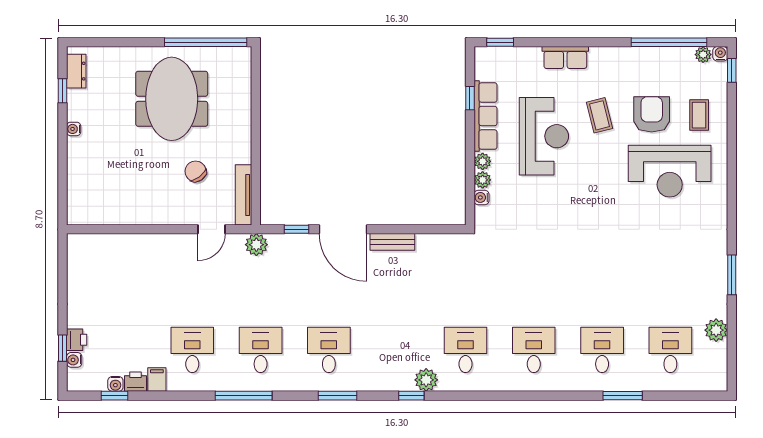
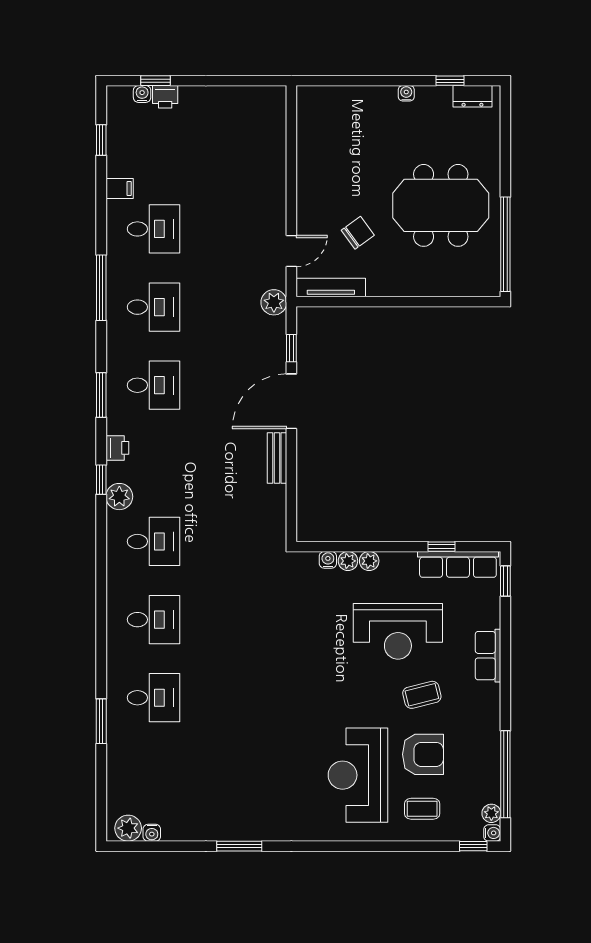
row of seats: (485, 116) -> (458, 564), moved
door: (212, 229) -> (291, 251), swing flipped
plant: (716, 330) -> (128, 828), moved
desk: (670, 350) -> (154, 776), removed
printer: (135, 382) -> (117, 448), moved
water cooler: (115, 384) -> (152, 833), moved, turned -90

